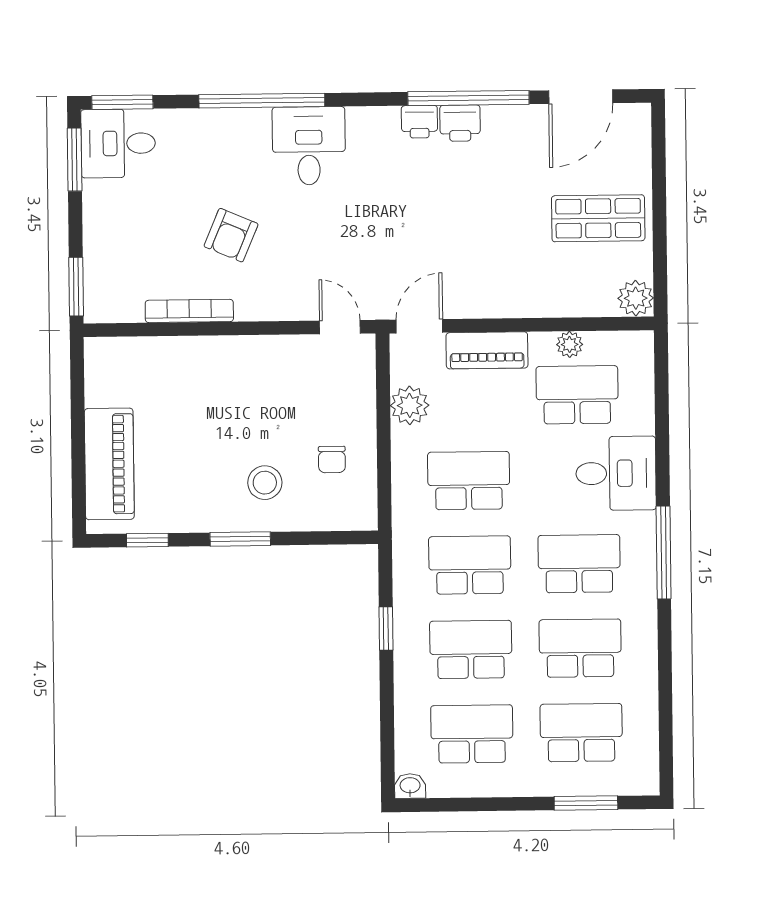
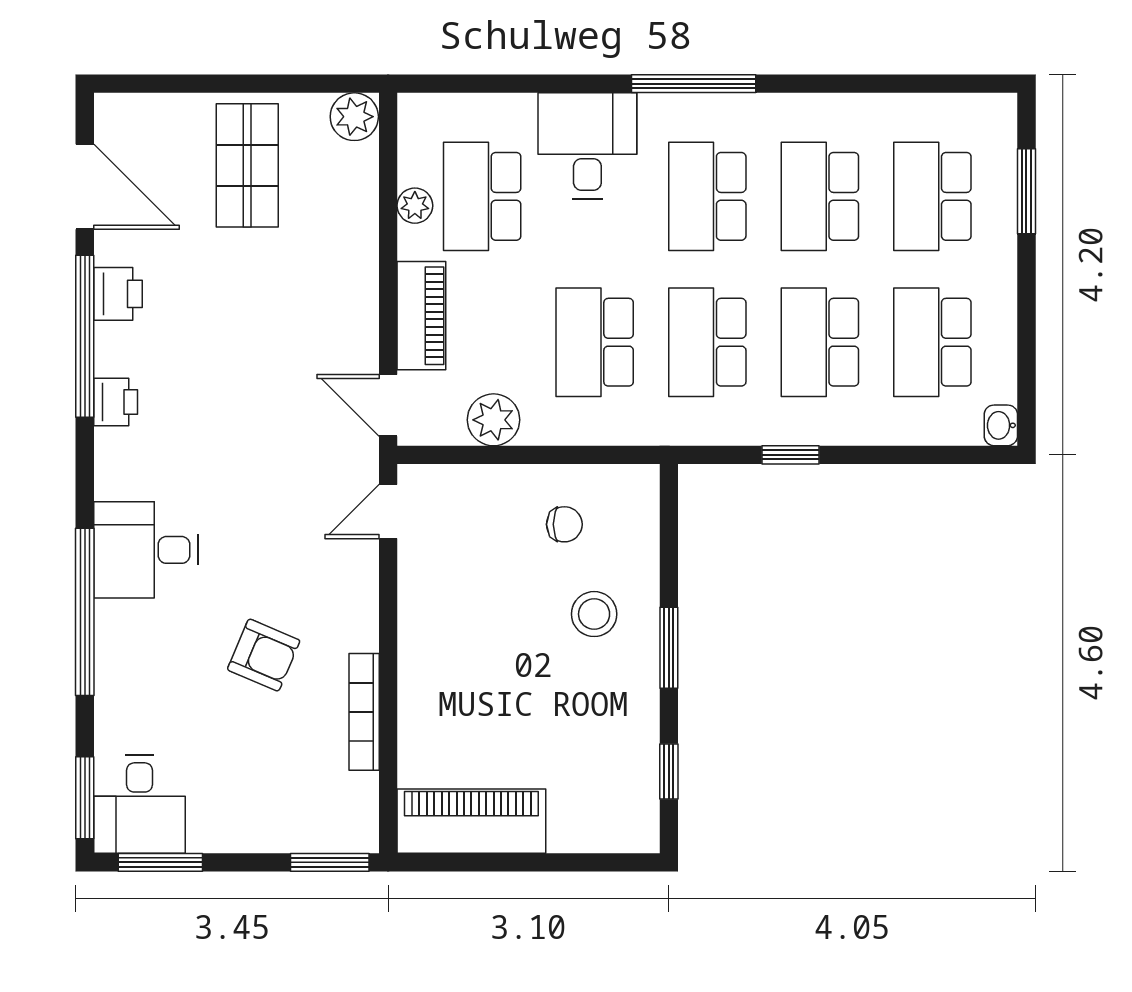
printer: (460, 123) -> (118, 294), moved
piano: (109, 464) -> (471, 821), moved

